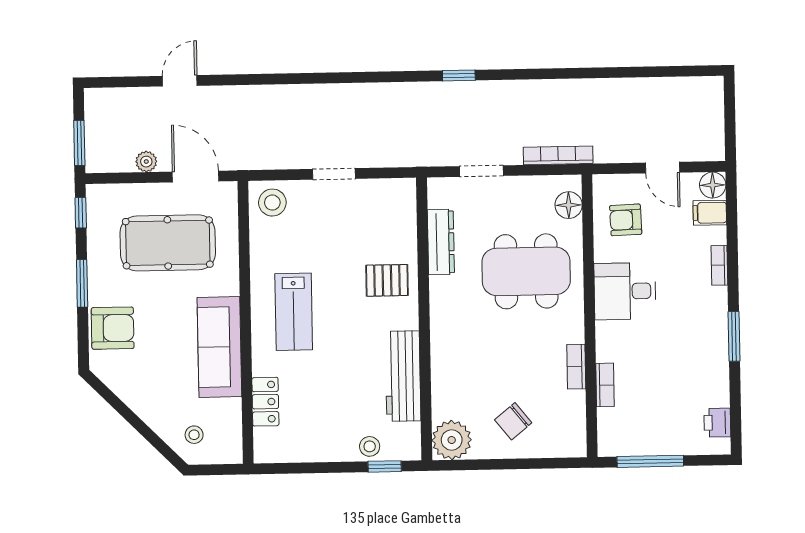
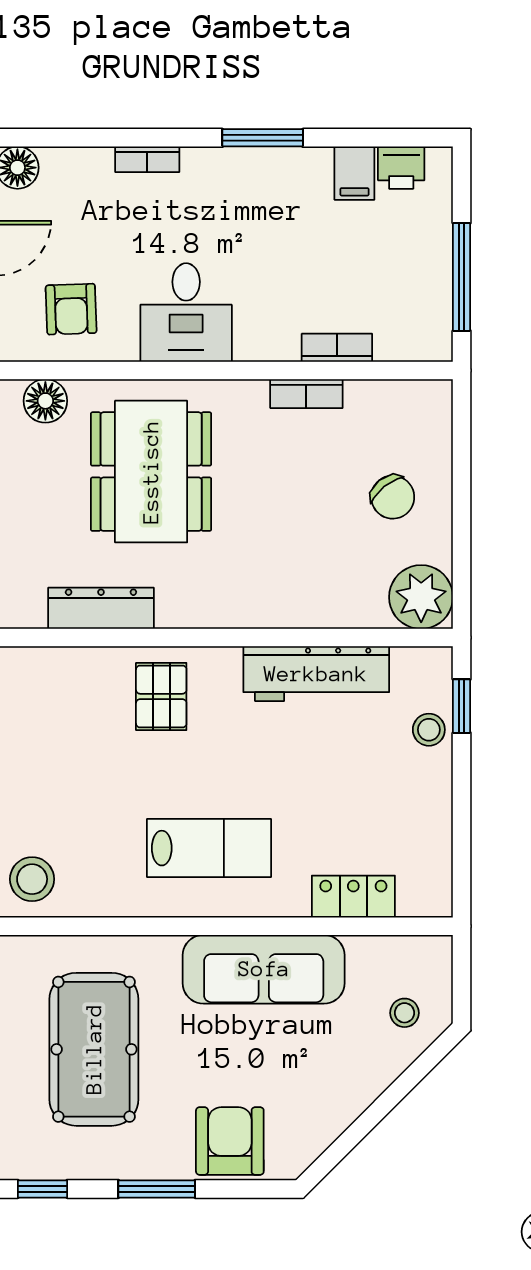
filing cabinet: (710, 213) -> (354, 173), moved

